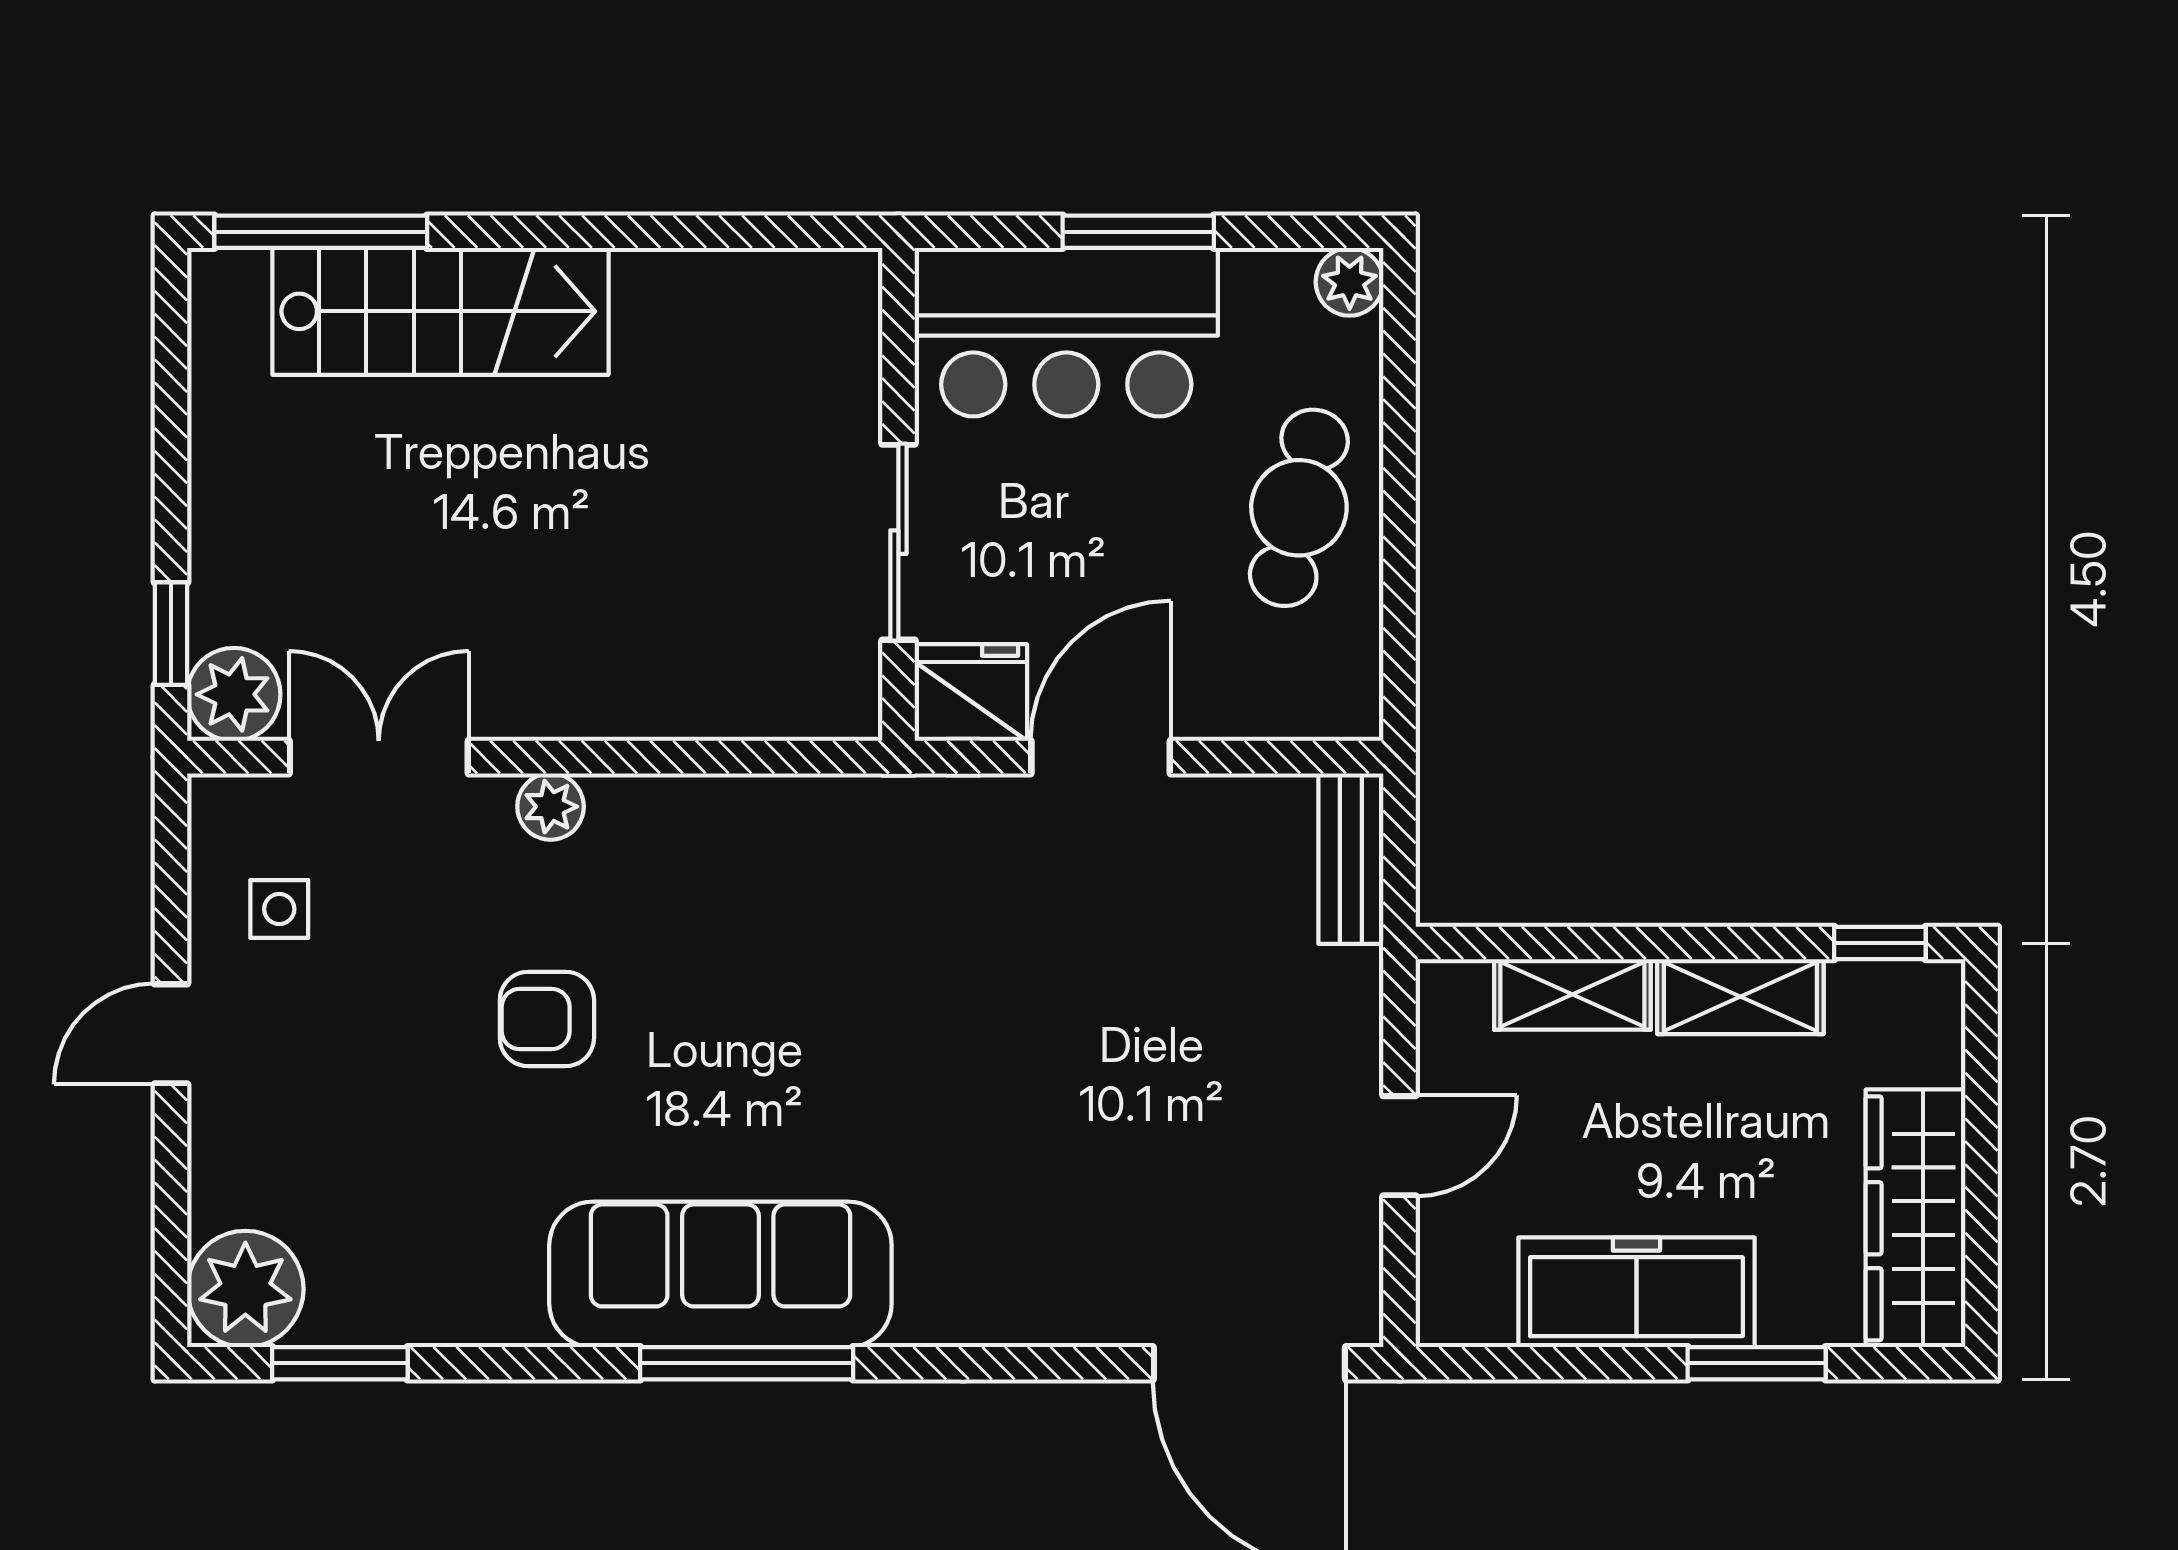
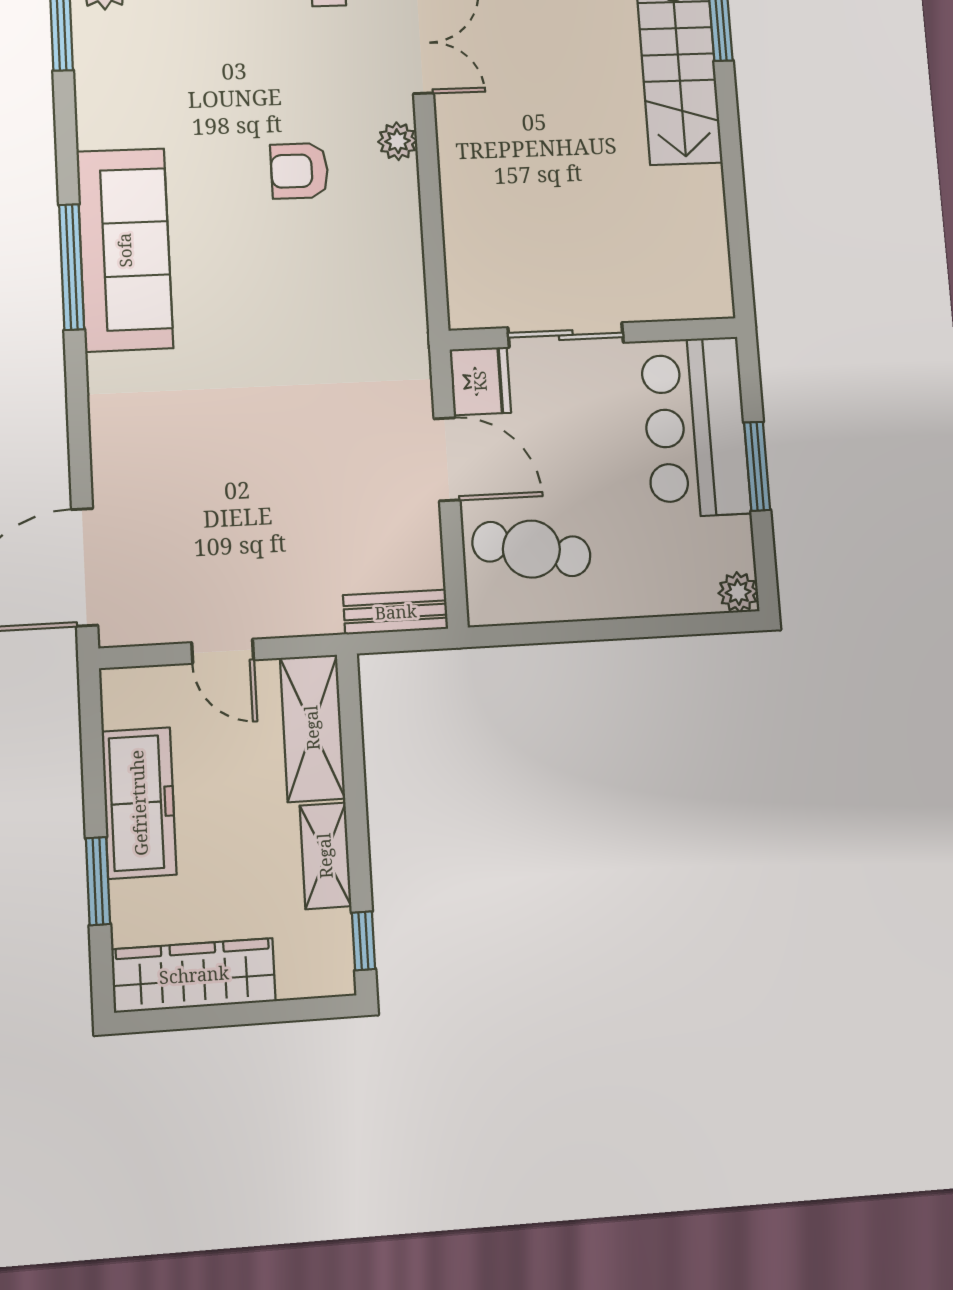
cafe table: (1299, 508) -> (531, 549), moved
shelving: (1572, 994) -> (312, 728), width x1.50, depth x1.33
armchair: (547, 1019) -> (299, 171), moved, turned -90

